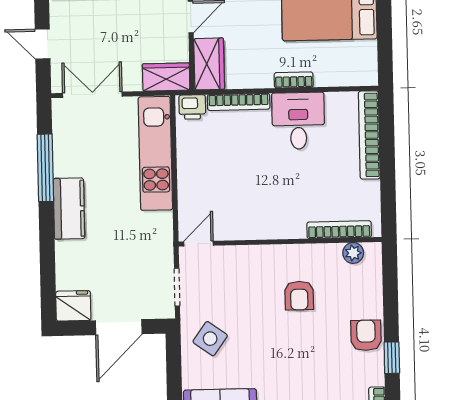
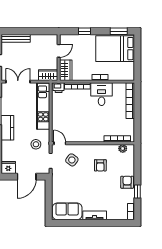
door: (199, 244) -> (60, 143), hinge flipped
stool: (140, 247) -> (36, 144), added
side table: (210, 339) -> (72, 160), moved

